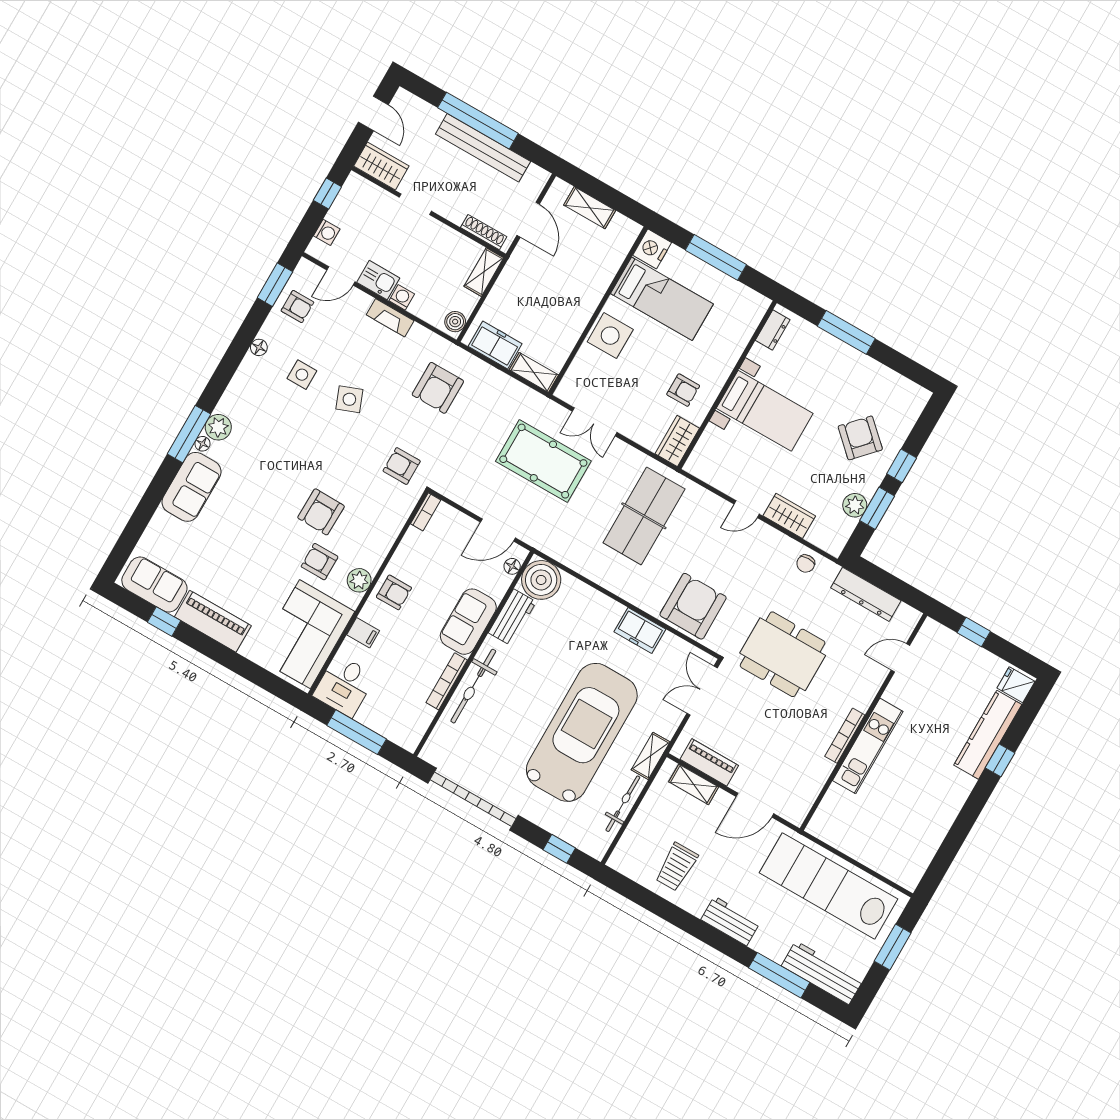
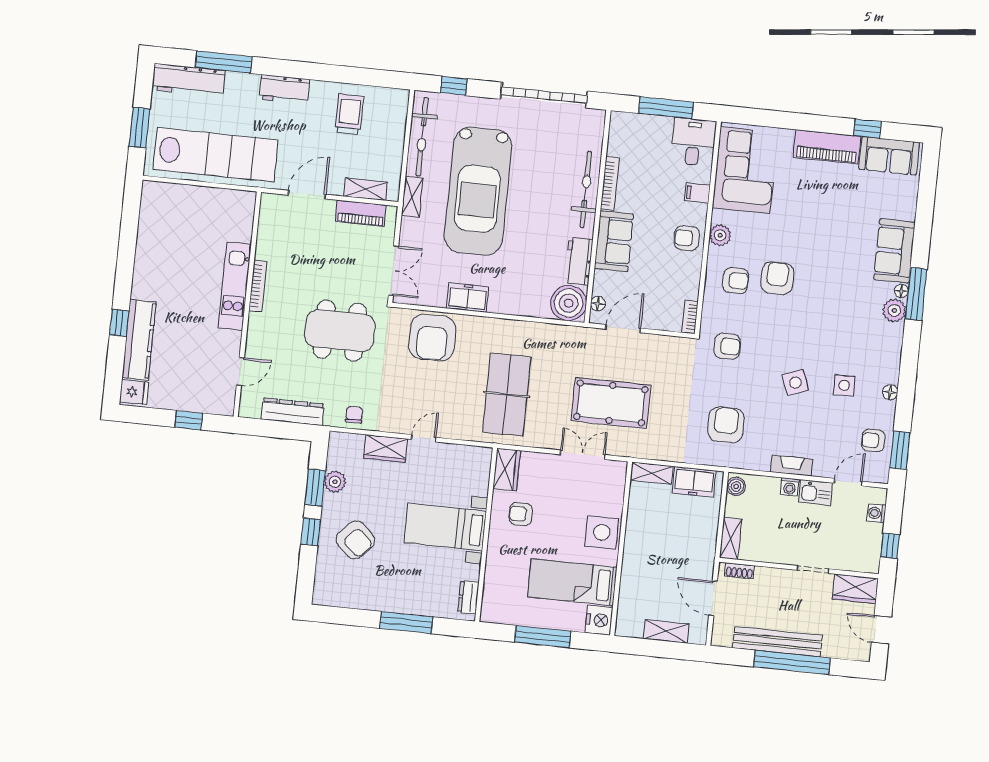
shoe rack: (484, 232) -> (739, 571), width x0.70
armchair: (320, 562) -> (736, 281), moved
bicycle: (623, 804) -> (422, 137), width x1.37, depth x1.40

